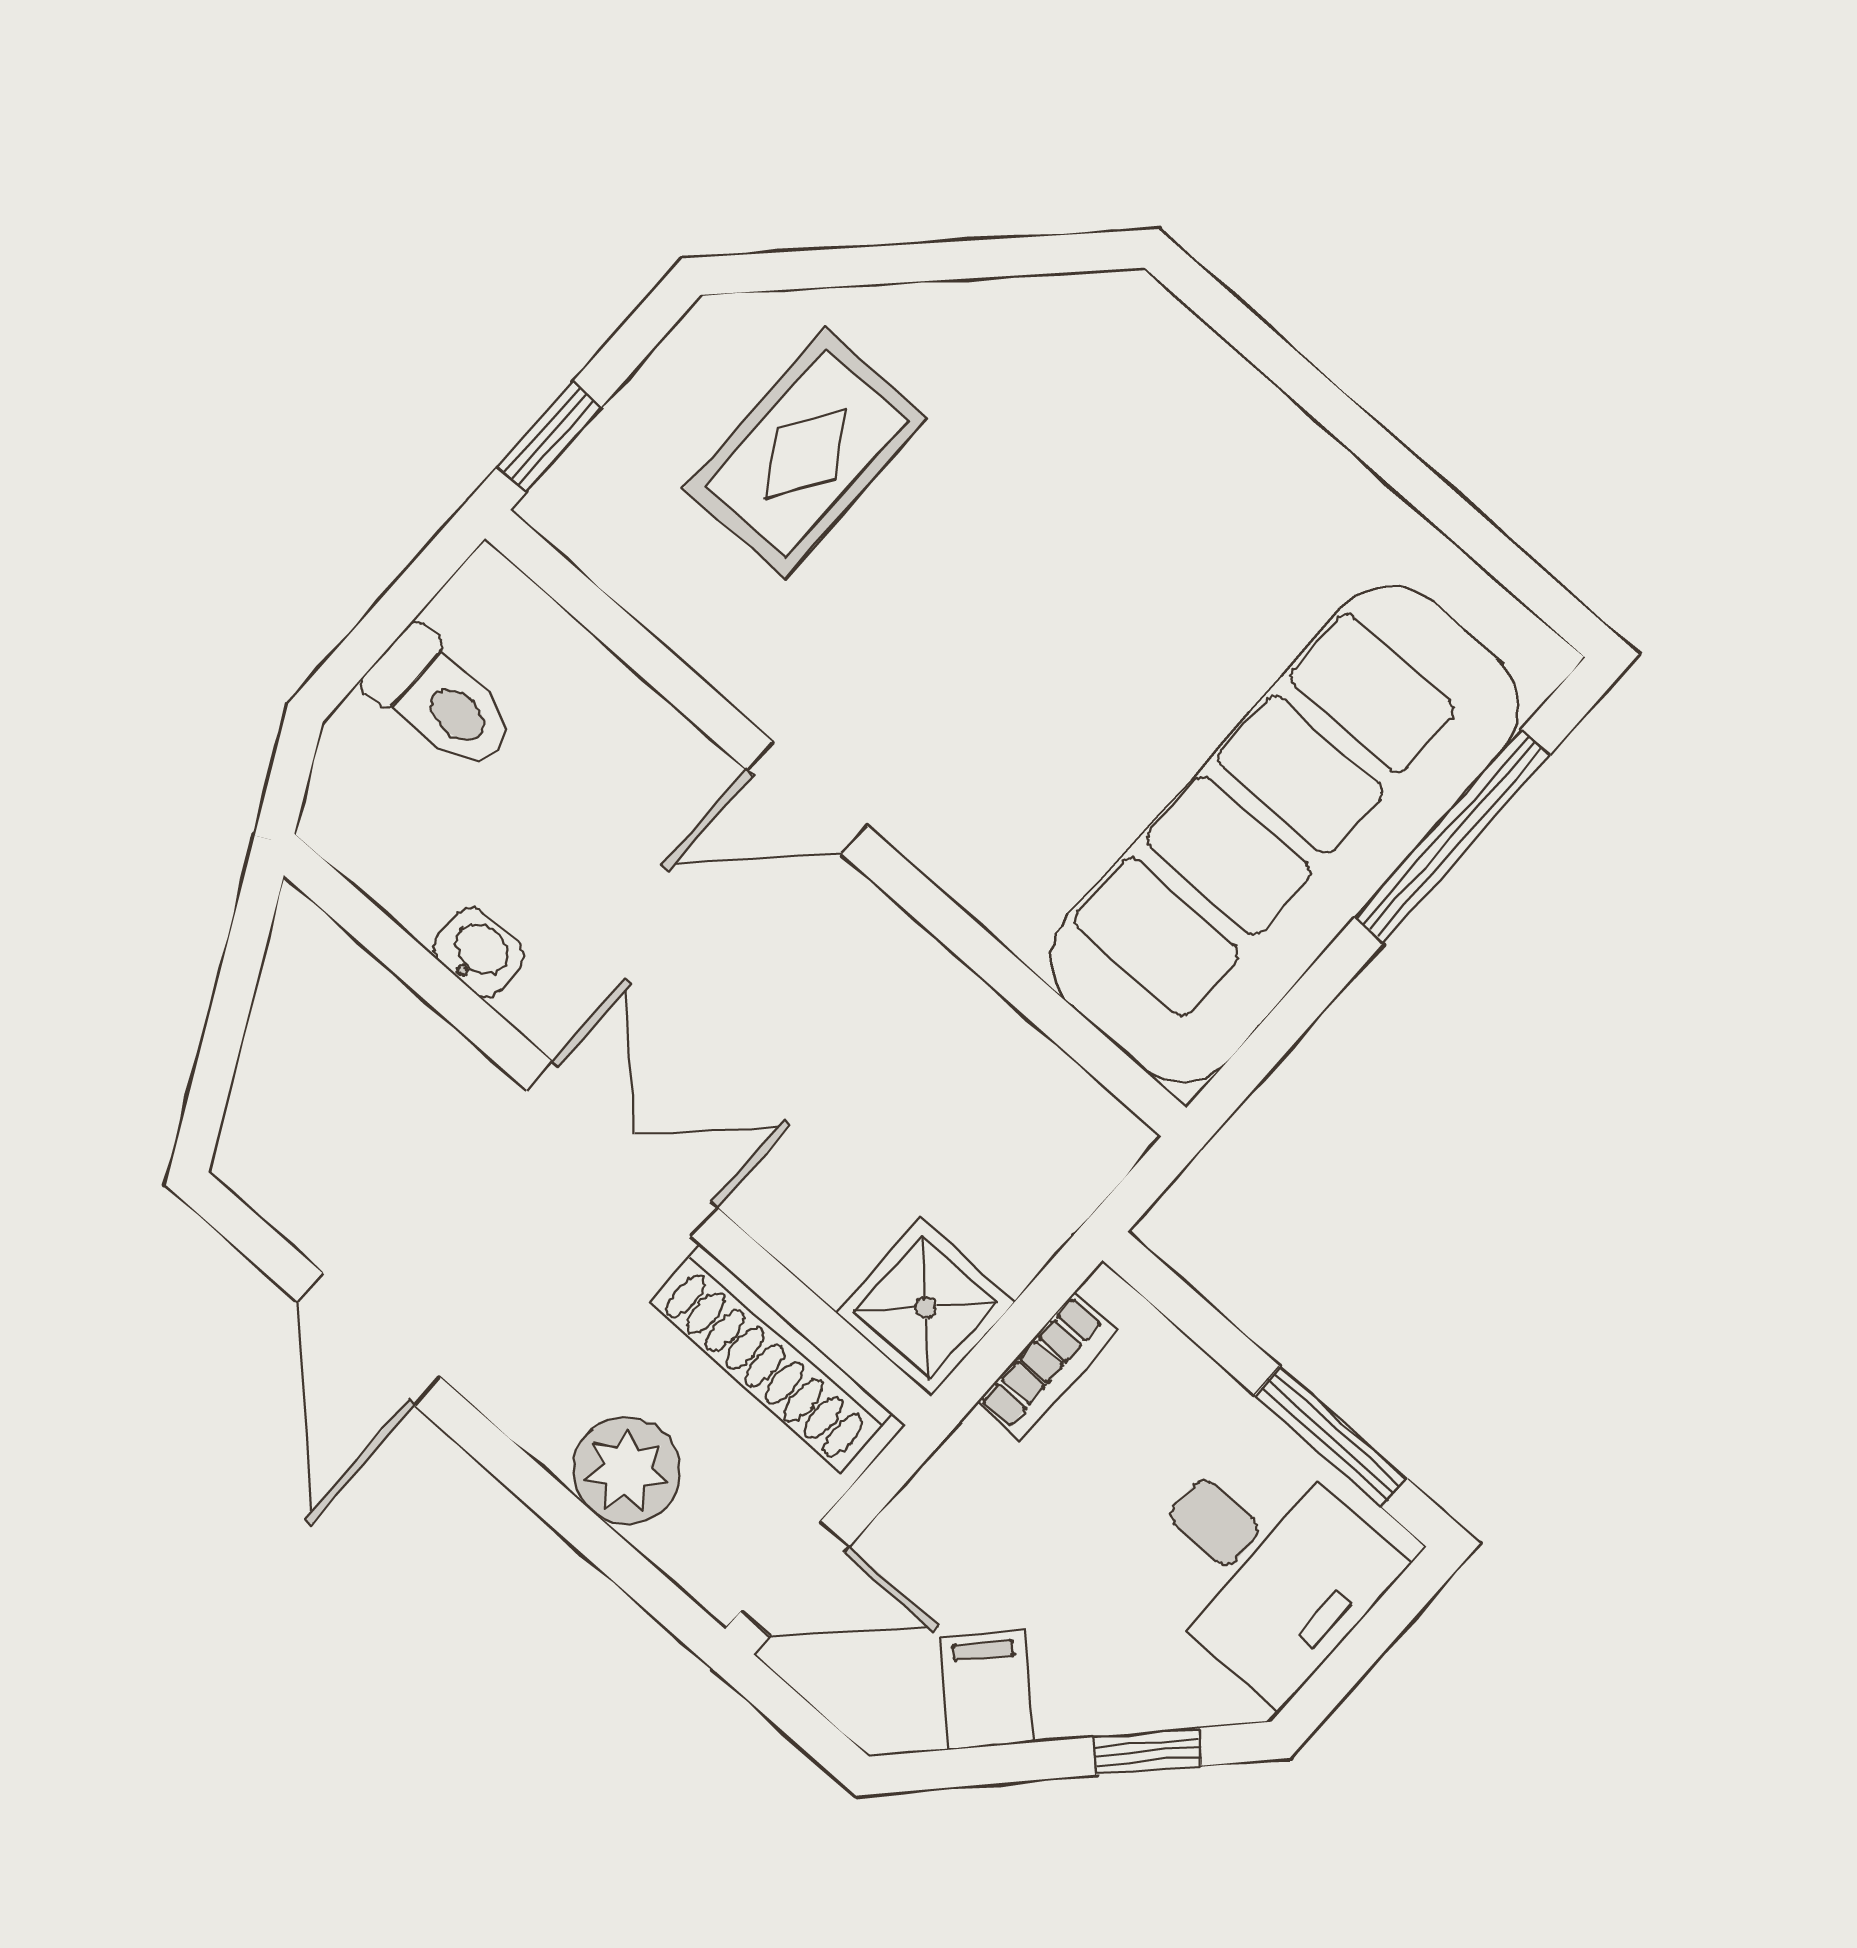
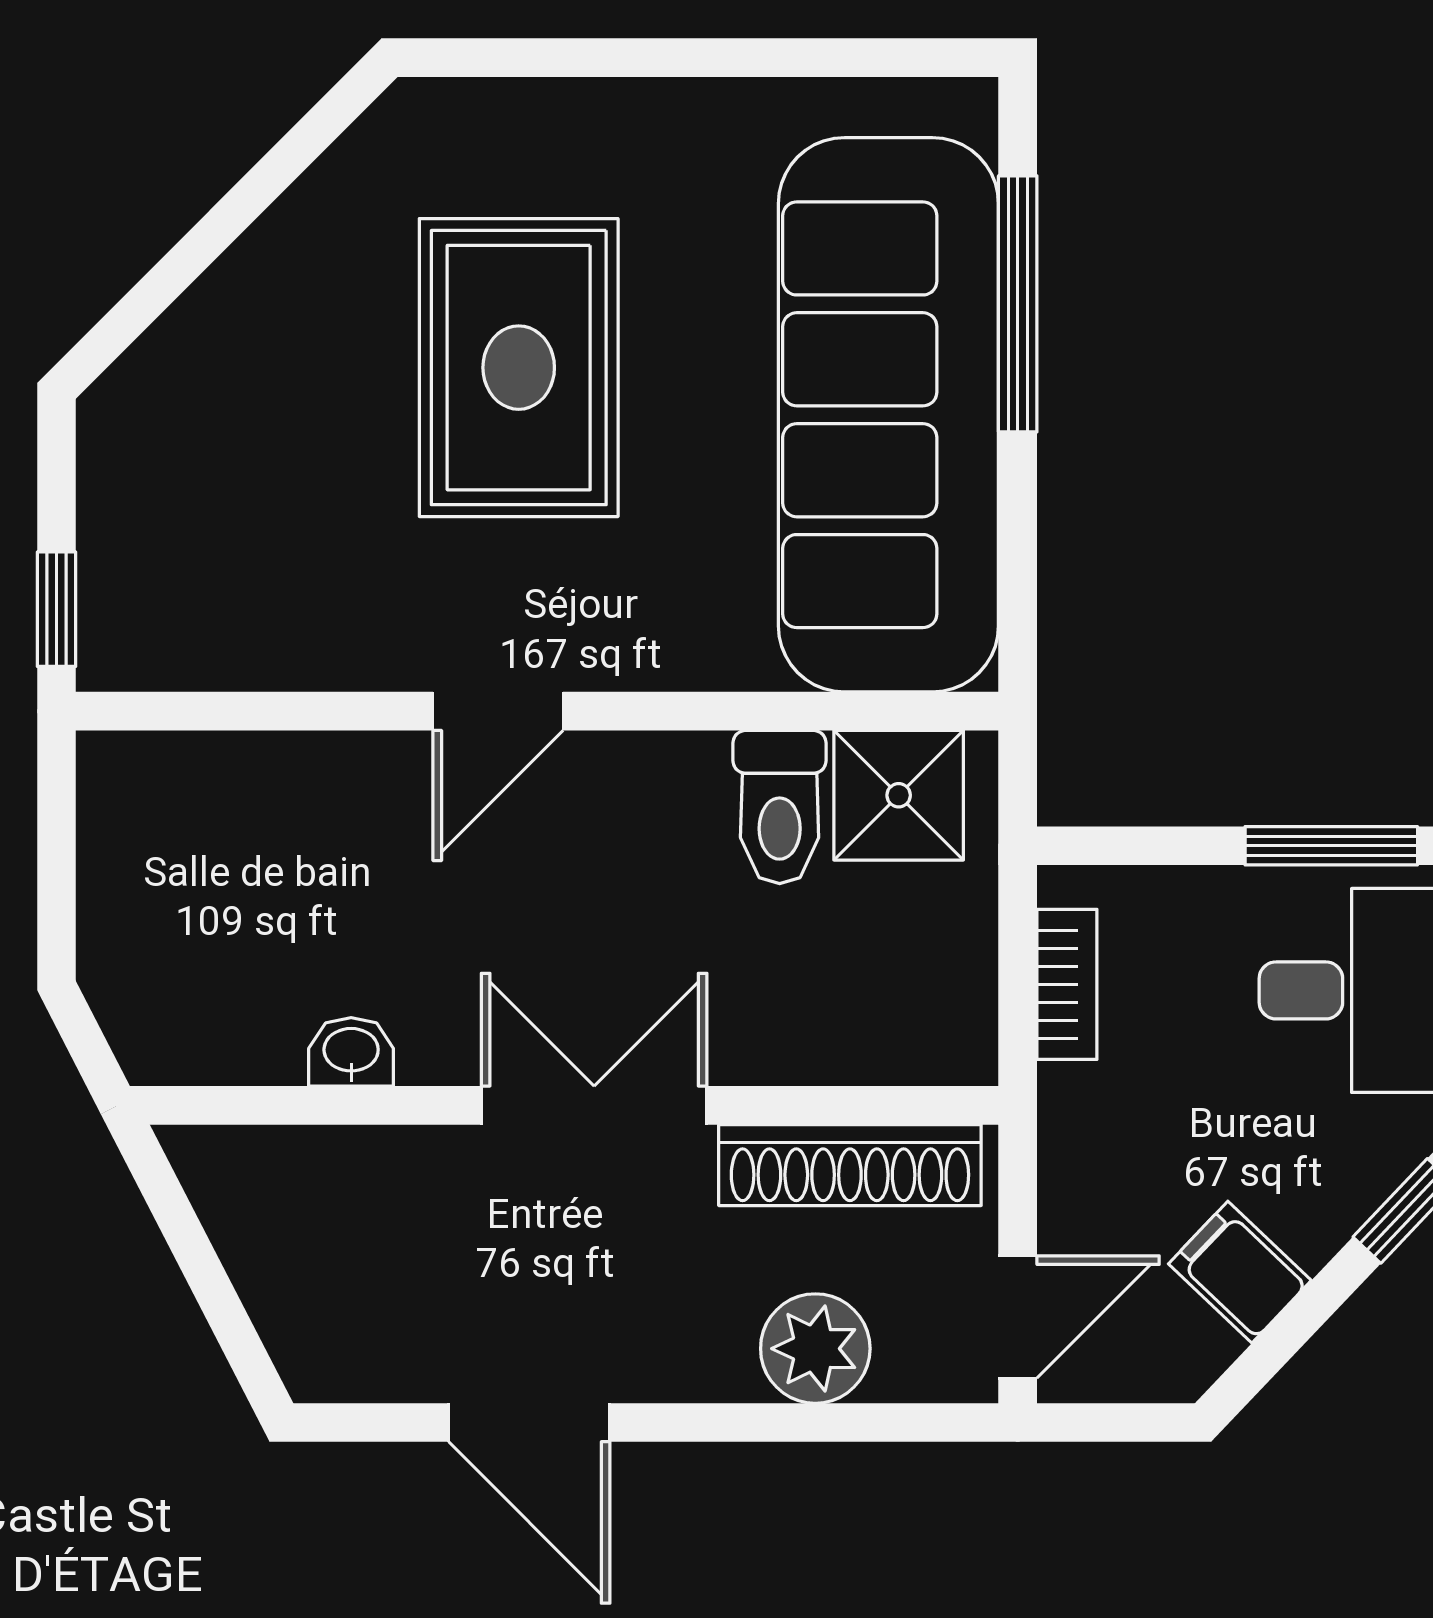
rug: (806, 453) -> (519, 368), moved, width x1.36, depth x1.43
toilet: (442, 700) -> (780, 807), moved, turned 90
shower: (925, 1307) -> (899, 795), moved

